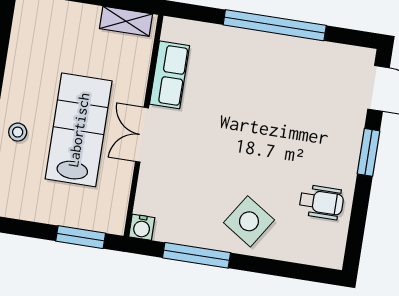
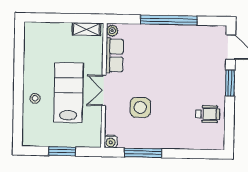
plant: (172, 30) -> (112, 31), added
side table: (249, 221) -> (140, 107), moved, turned -33
window: (81, 237) -> (62, 151), moved

